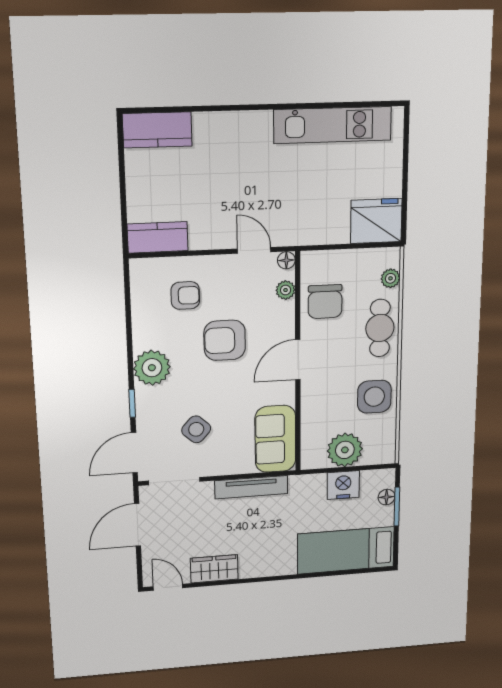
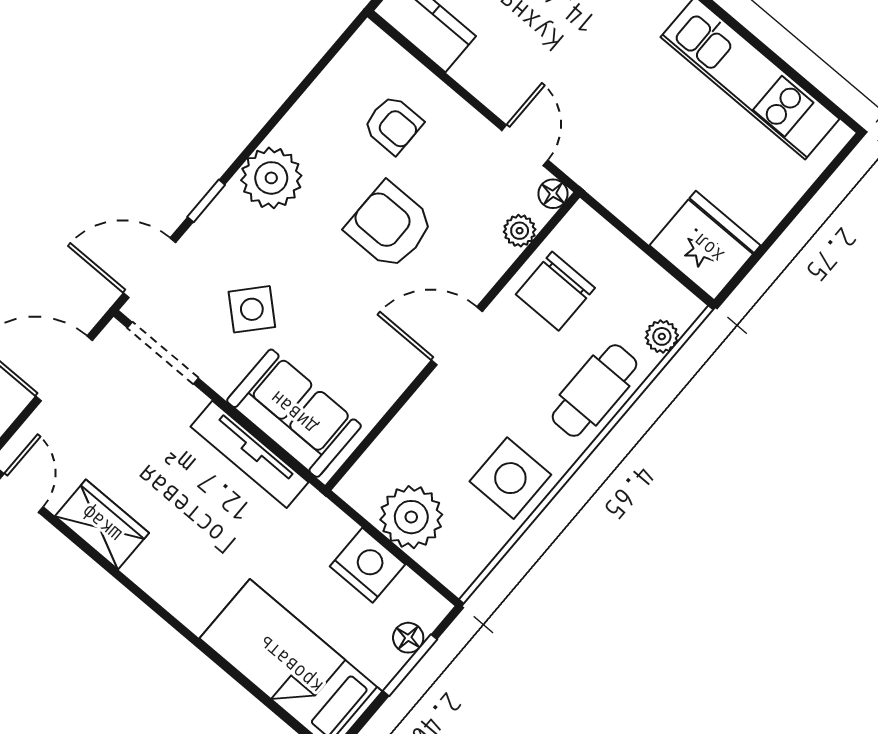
sofa: (275, 439) -> (294, 413), moved, turned 90

